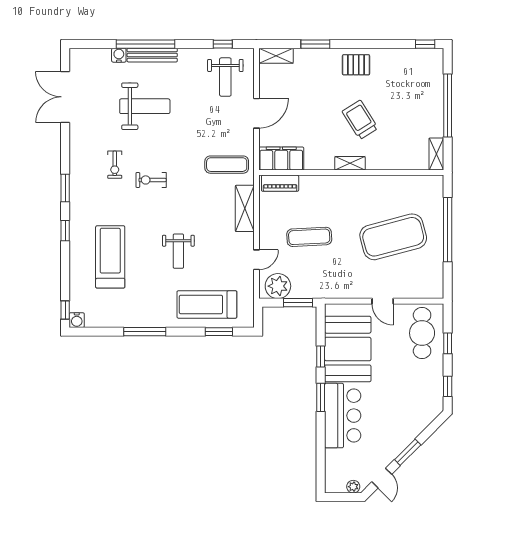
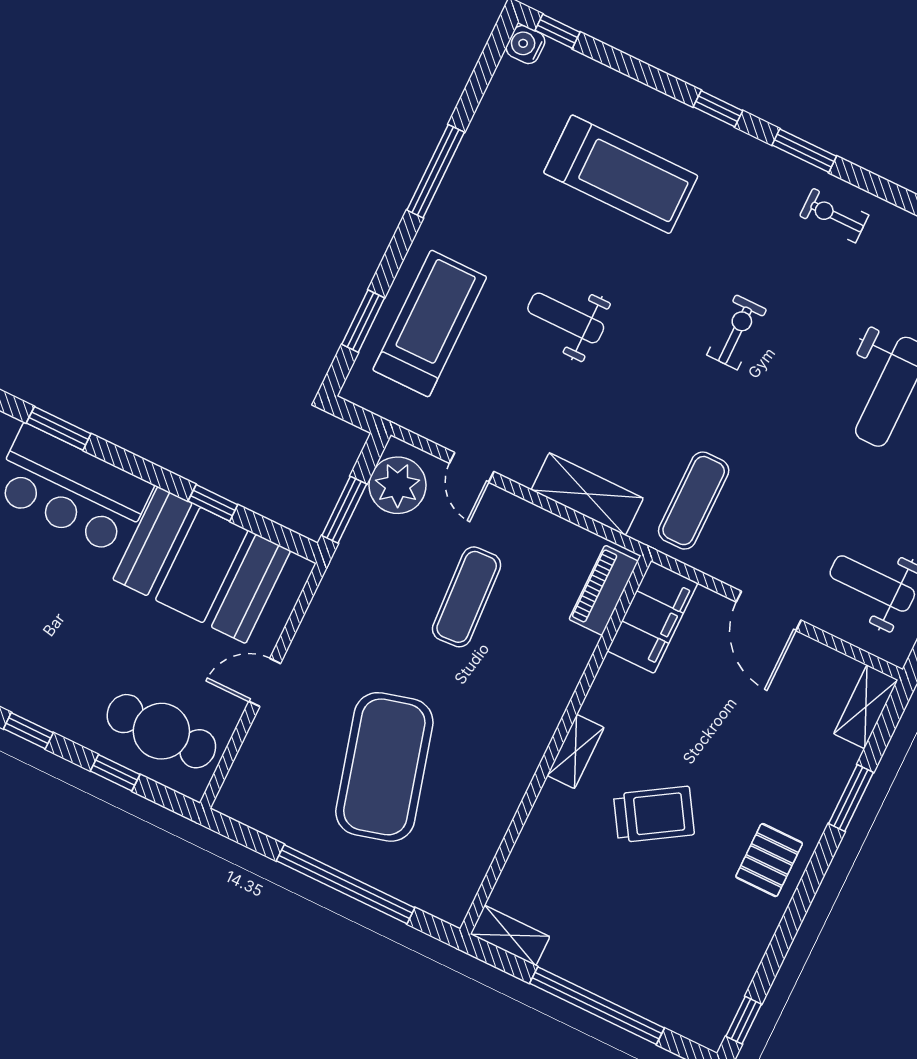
exercise bike: (115, 165) -> (834, 216), moved
window: (321, 397) -> (59, 428), moved

